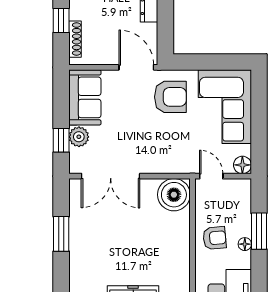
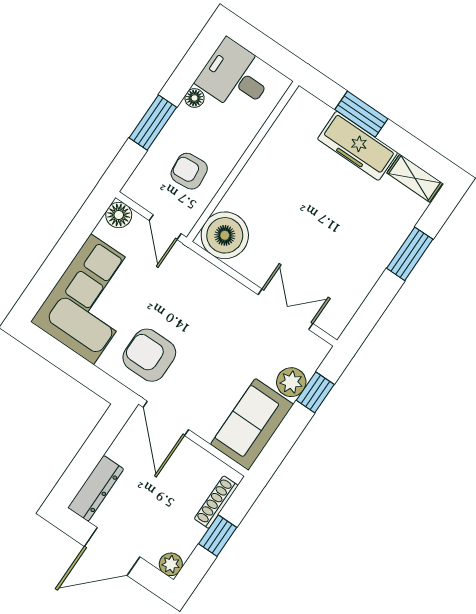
double door: (111, 176) -> (285, 309), width x0.73
window: (61, 234) -> (410, 254), moved
armchair: (215, 238) -> (189, 171), moved
floor lamp: (245, 244) -> (194, 98), moved

